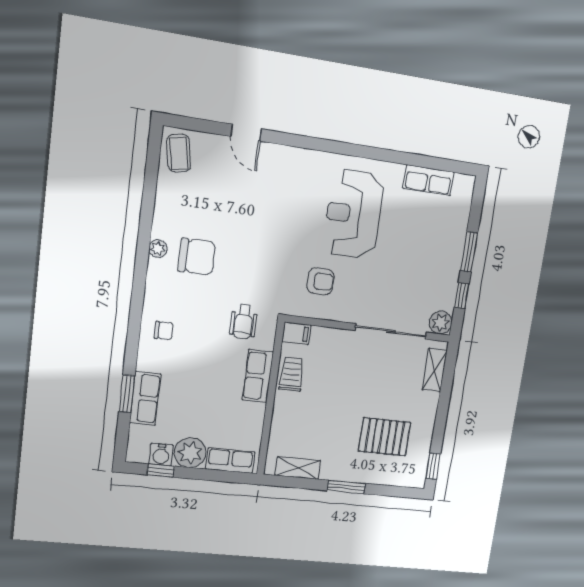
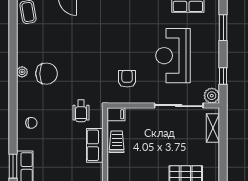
reception desk: (353, 214) -> (173, 56), moved
window: (469, 252) -> (223, 28), moved
armchair: (321, 281) -> (127, 79), turned -90

